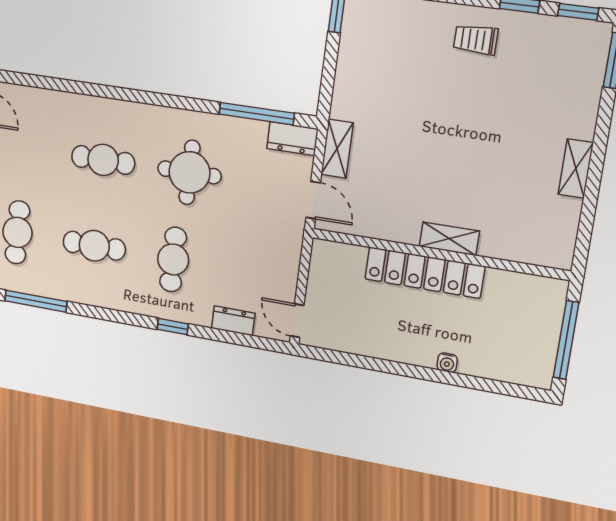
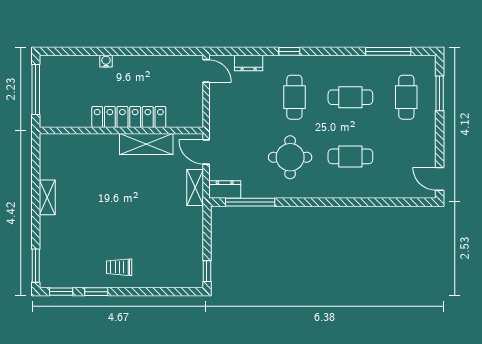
trolley: (476, 39) -> (119, 267), turned 180
shelving: (449, 239) -> (146, 144), moved, width x1.50, depth x1.33

